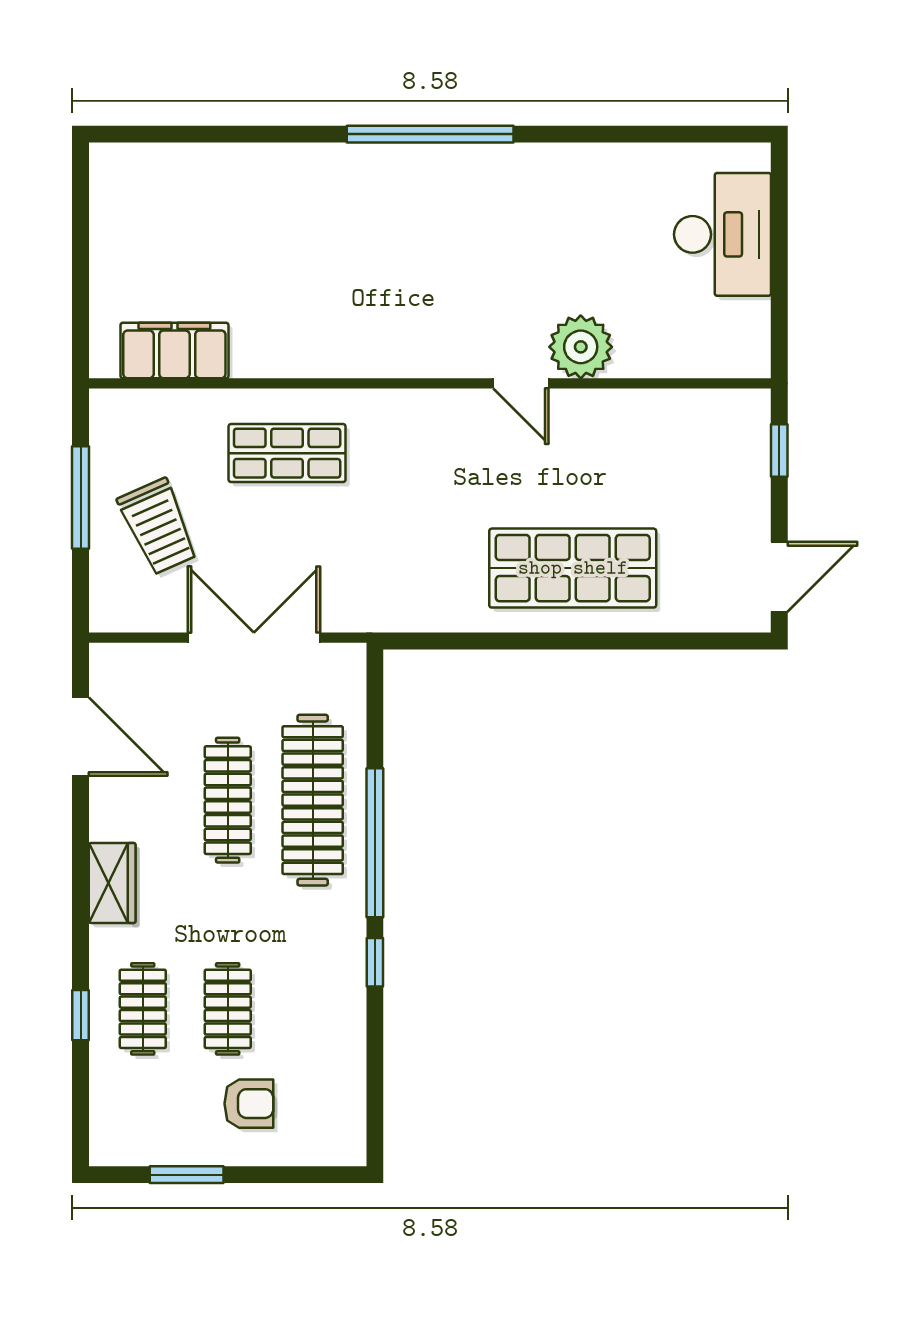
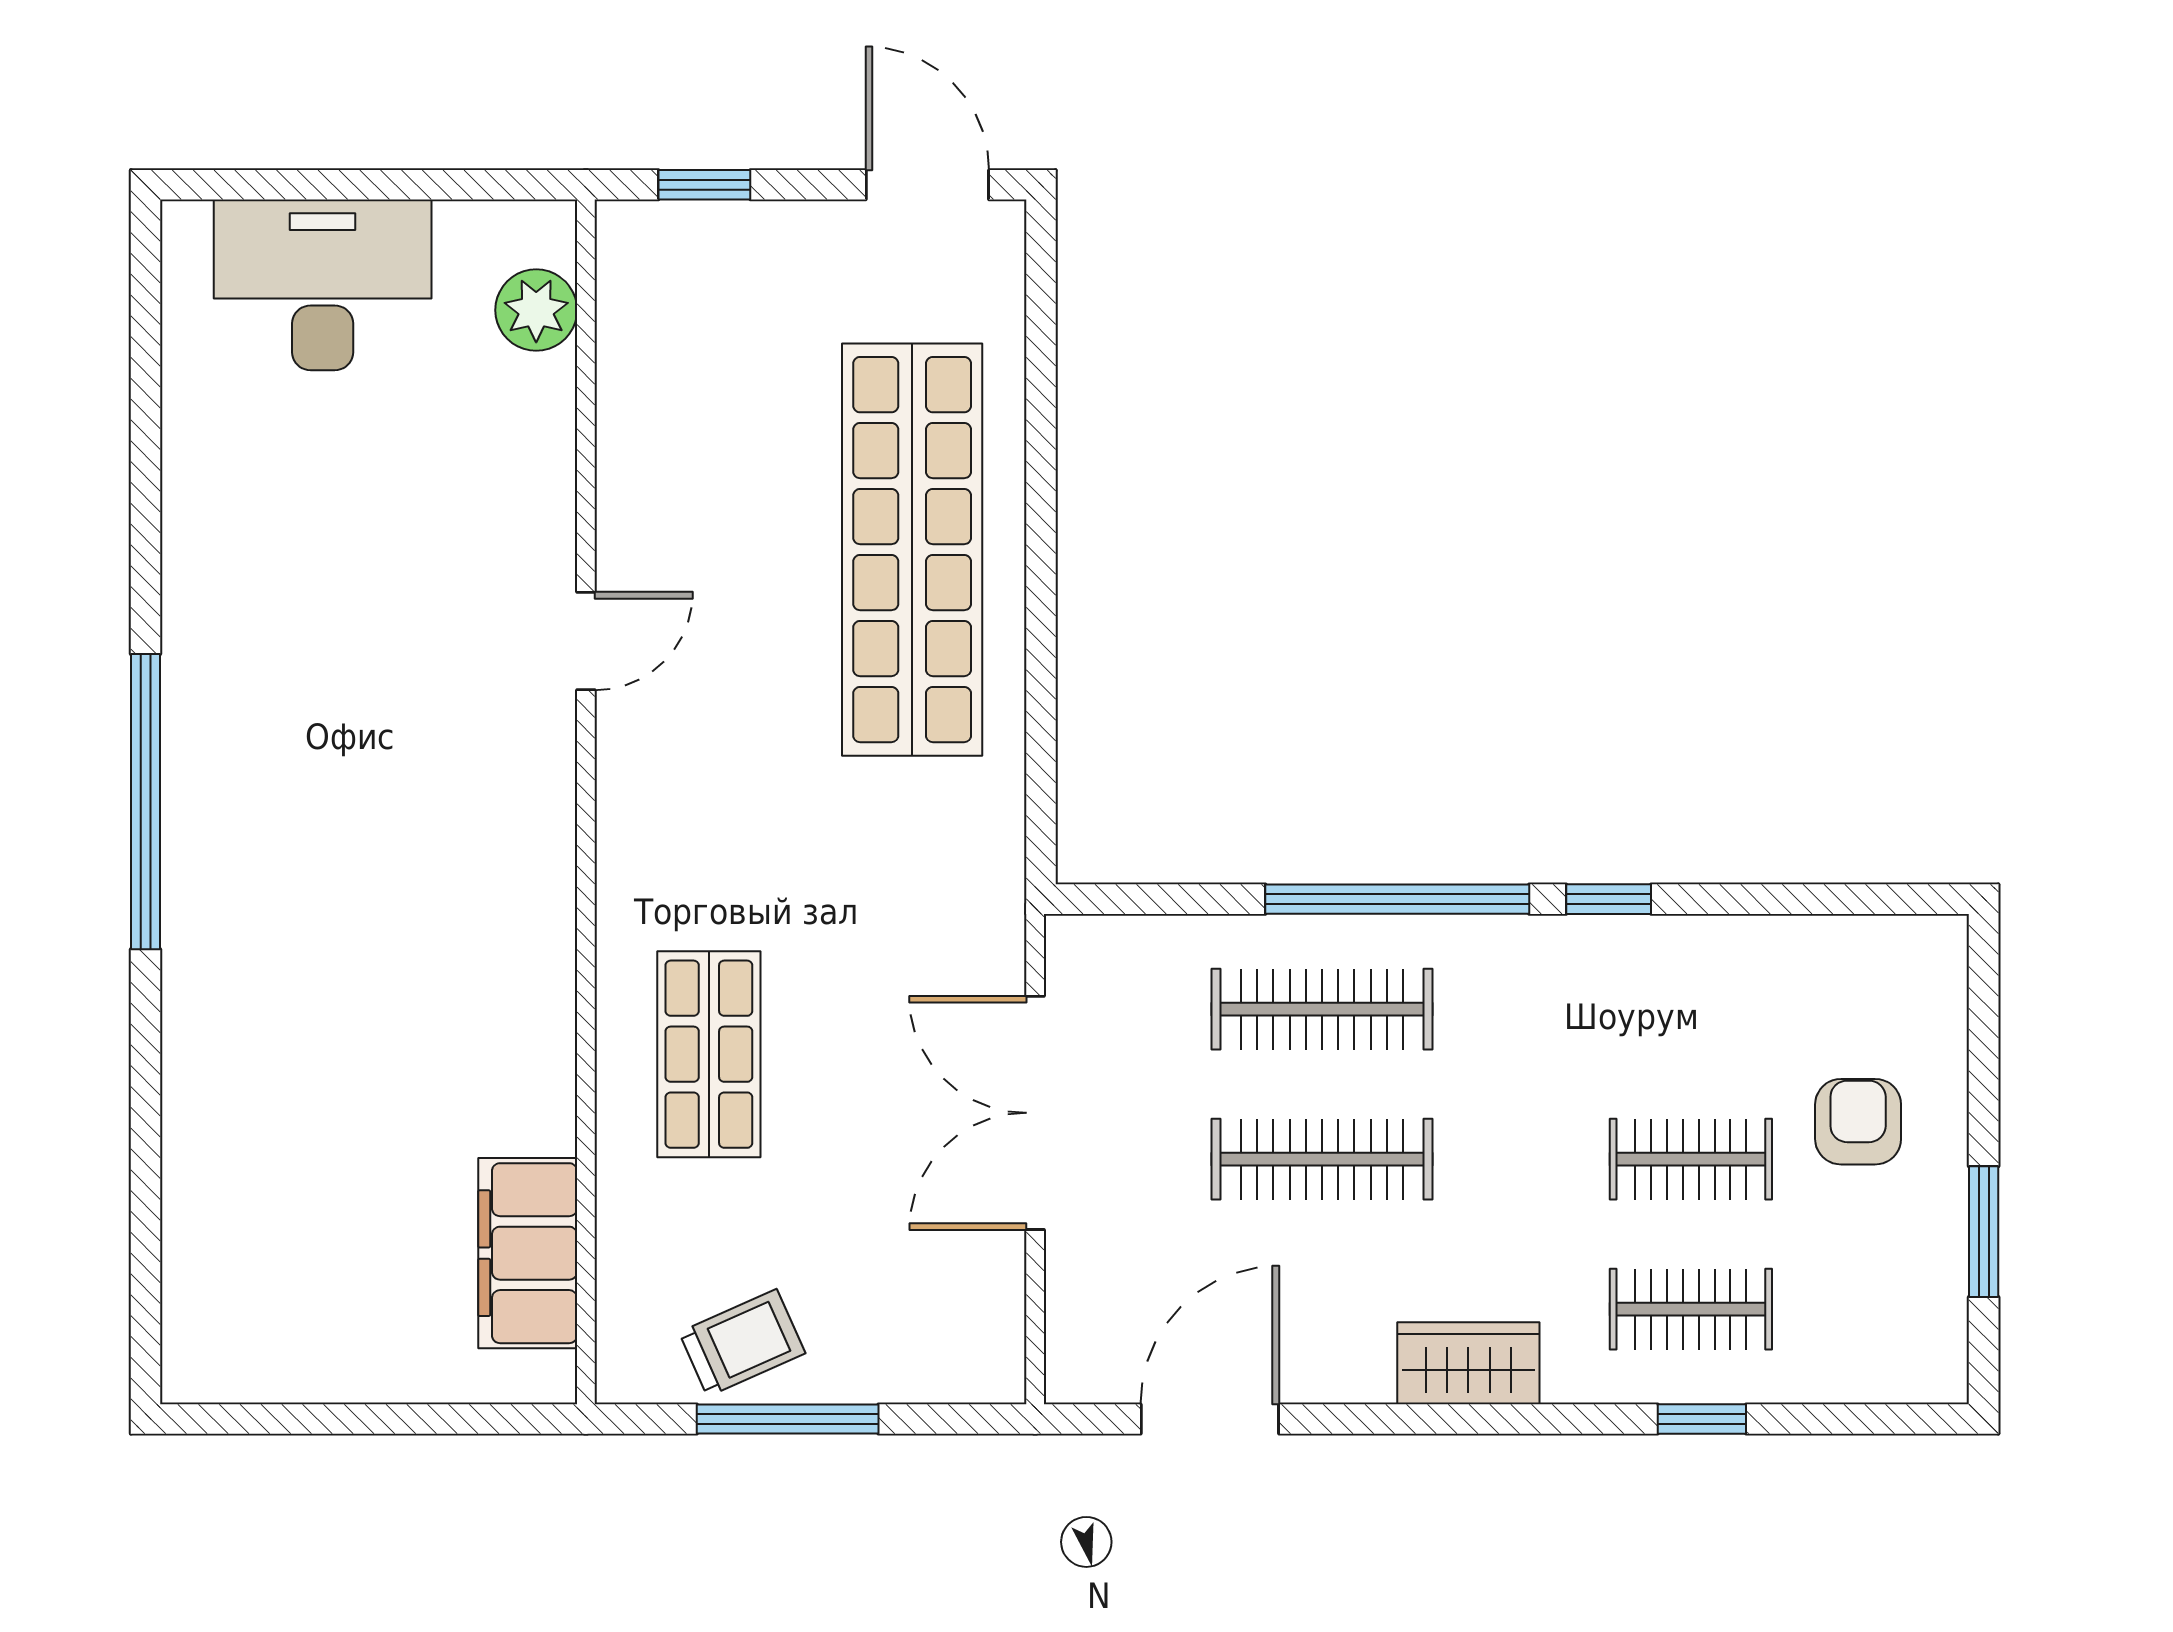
plant: (581, 347) -> (536, 310), moved, width x0.73, depth x0.73
trolley: (158, 527) -> (742, 1343), moved, width x0.73, depth x0.72
shop shelf: (573, 568) -> (912, 550), width x1.40
clothes rail: (313, 800) -> (1322, 1009), width x0.73, depth x0.76

